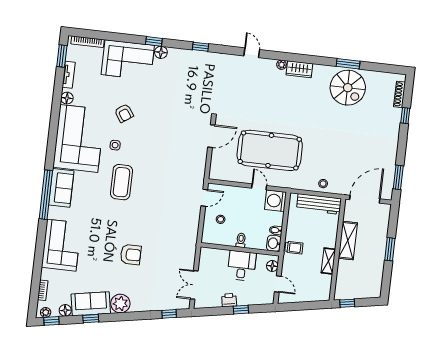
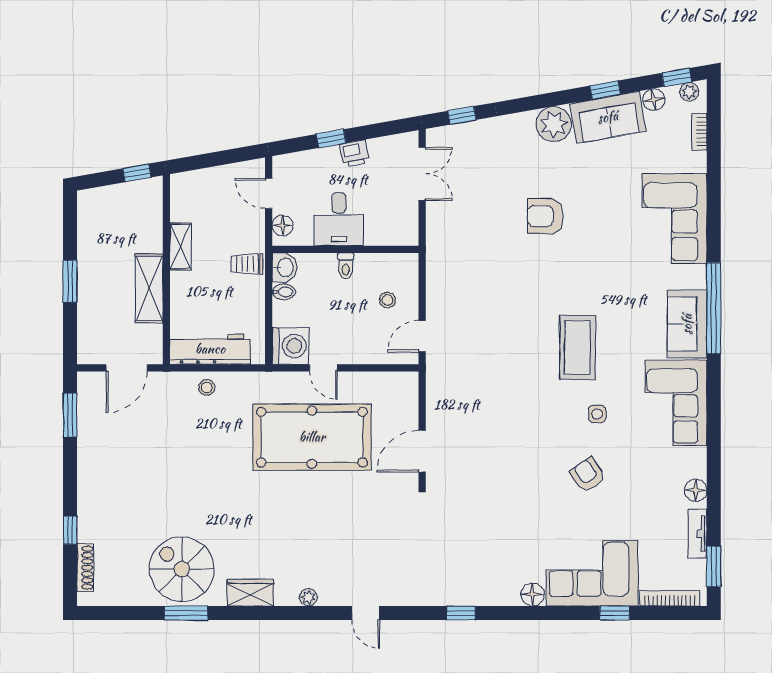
window: (154, 41) -> (615, 613), moved
wardrobe: (299, 69) -> (250, 593), moved
corner sofa: (79, 138) -> (676, 403), width x0.73, depth x0.74
door: (365, 199) -> (127, 368), width x0.73

